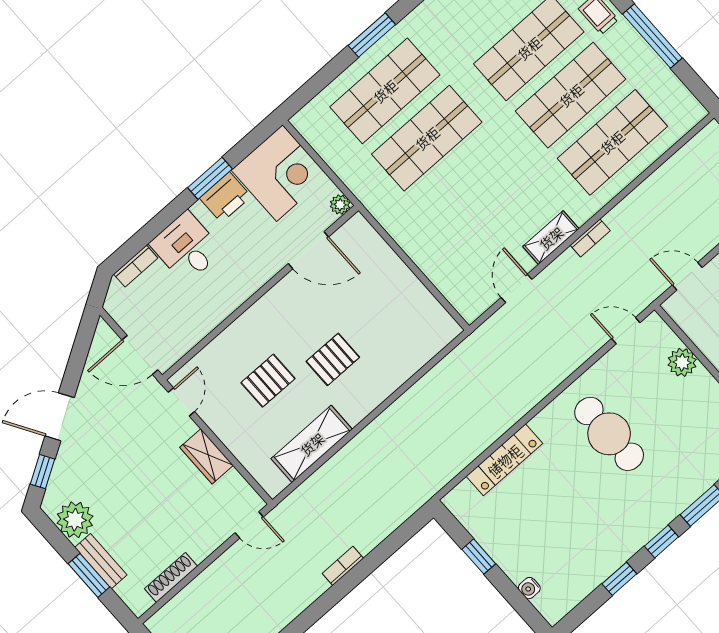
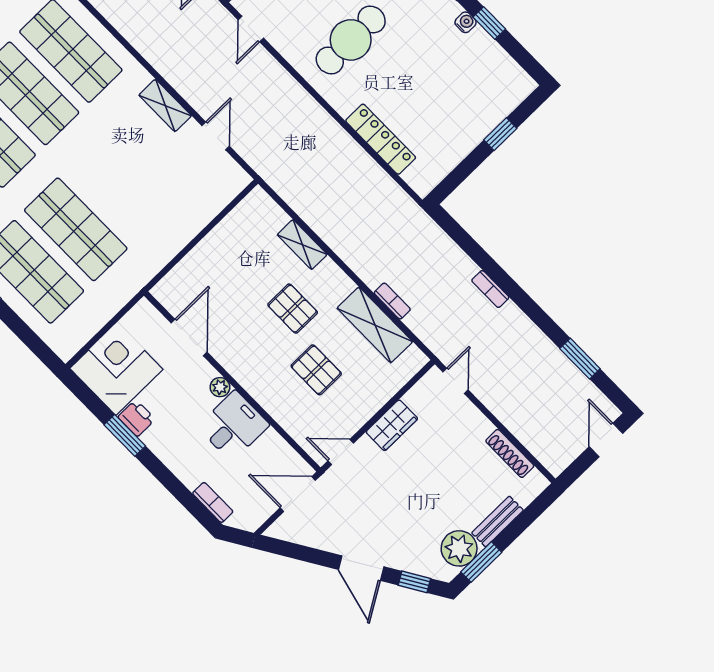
printer: (225, 197) -> (136, 418), width x0.73, depth x0.81
plant: (340, 205) -> (220, 387), moved
bookcase: (590, 238) -> (392, 301), moved
desk: (186, 247) -> (233, 426), moved, turned 180
door: (517, 288) -> (216, 136), swing flipped
door: (140, 355) -> (298, 494), swing flipped
shelving: (399, 373) -> (302, 245), added
window: (479, 557) -> (500, 134), moved
window: (89, 575) -> (481, 562), moved
water cooler: (529, 588) -> (466, 22), moved, turned -90

